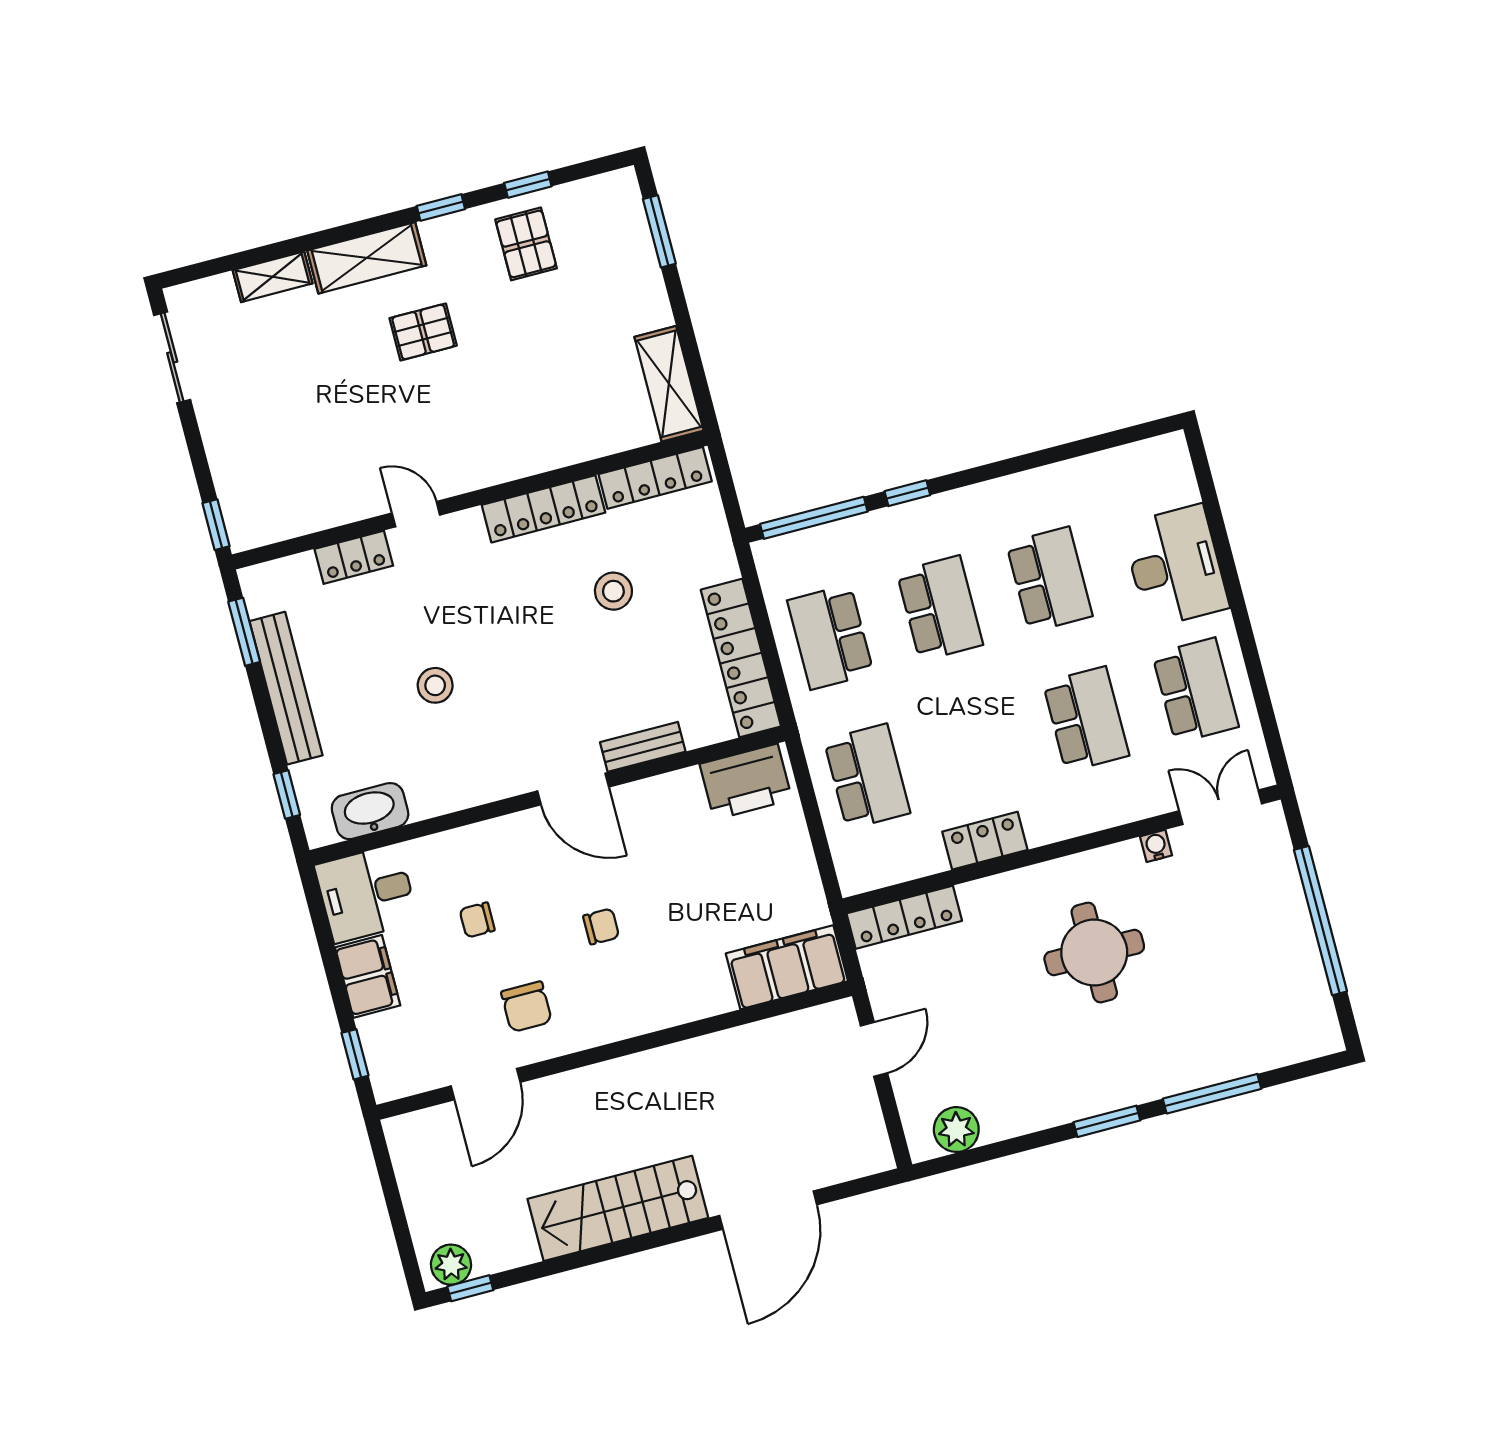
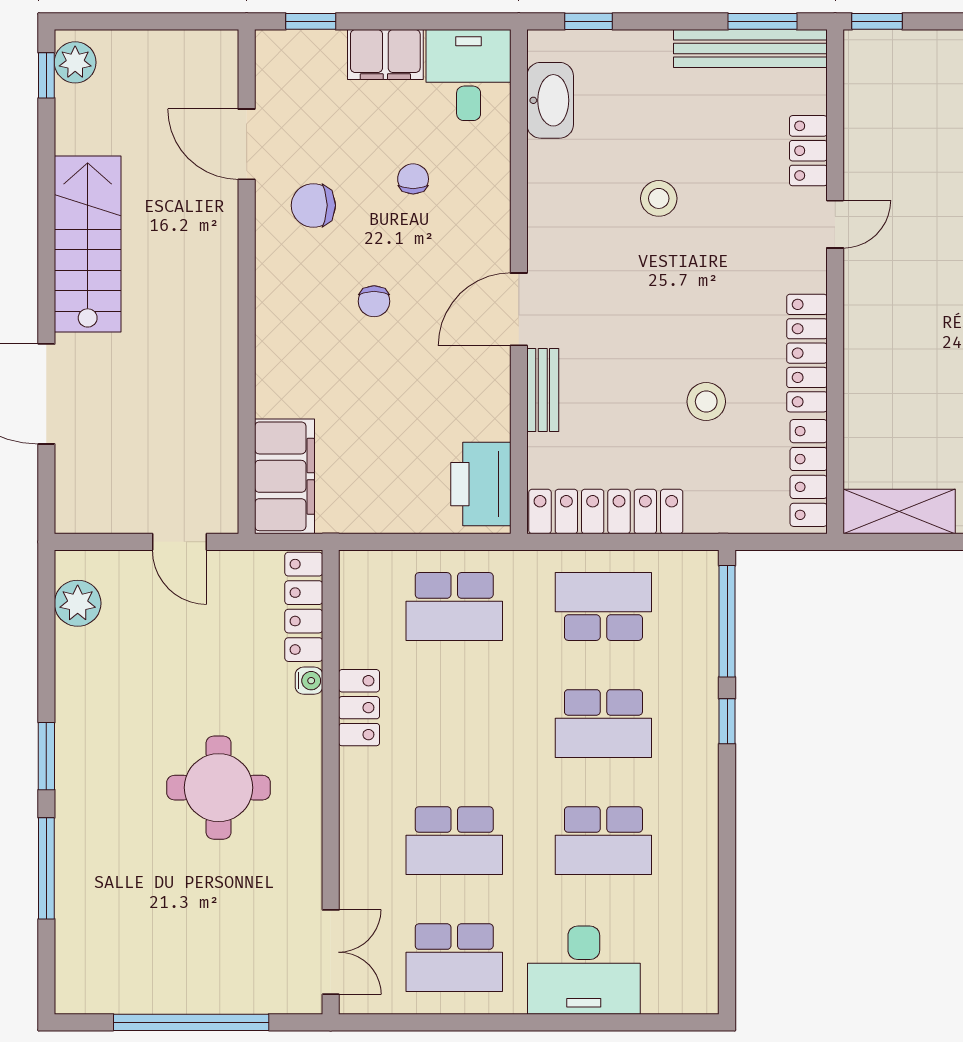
bench: (286, 688) -> (750, 49), moved
water cooler: (1156, 846) -> (309, 681), moved

